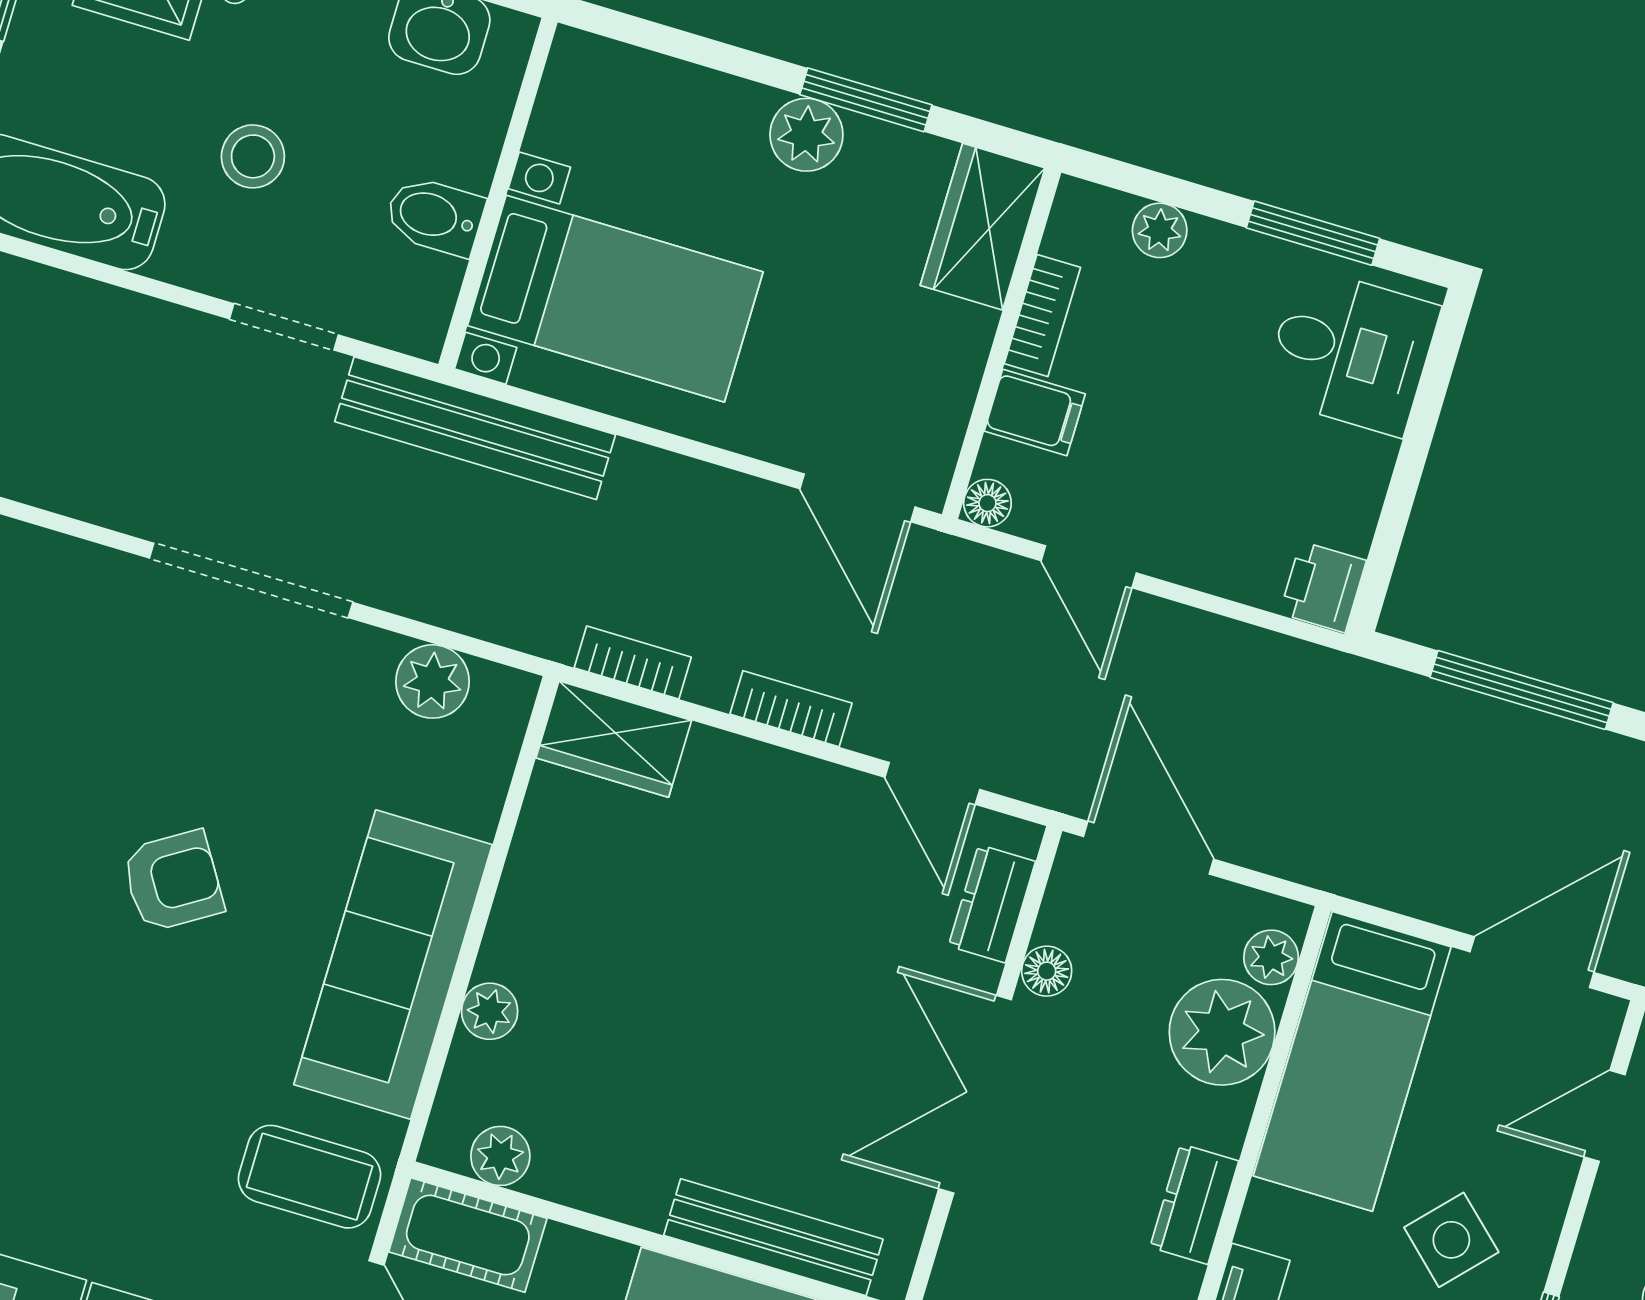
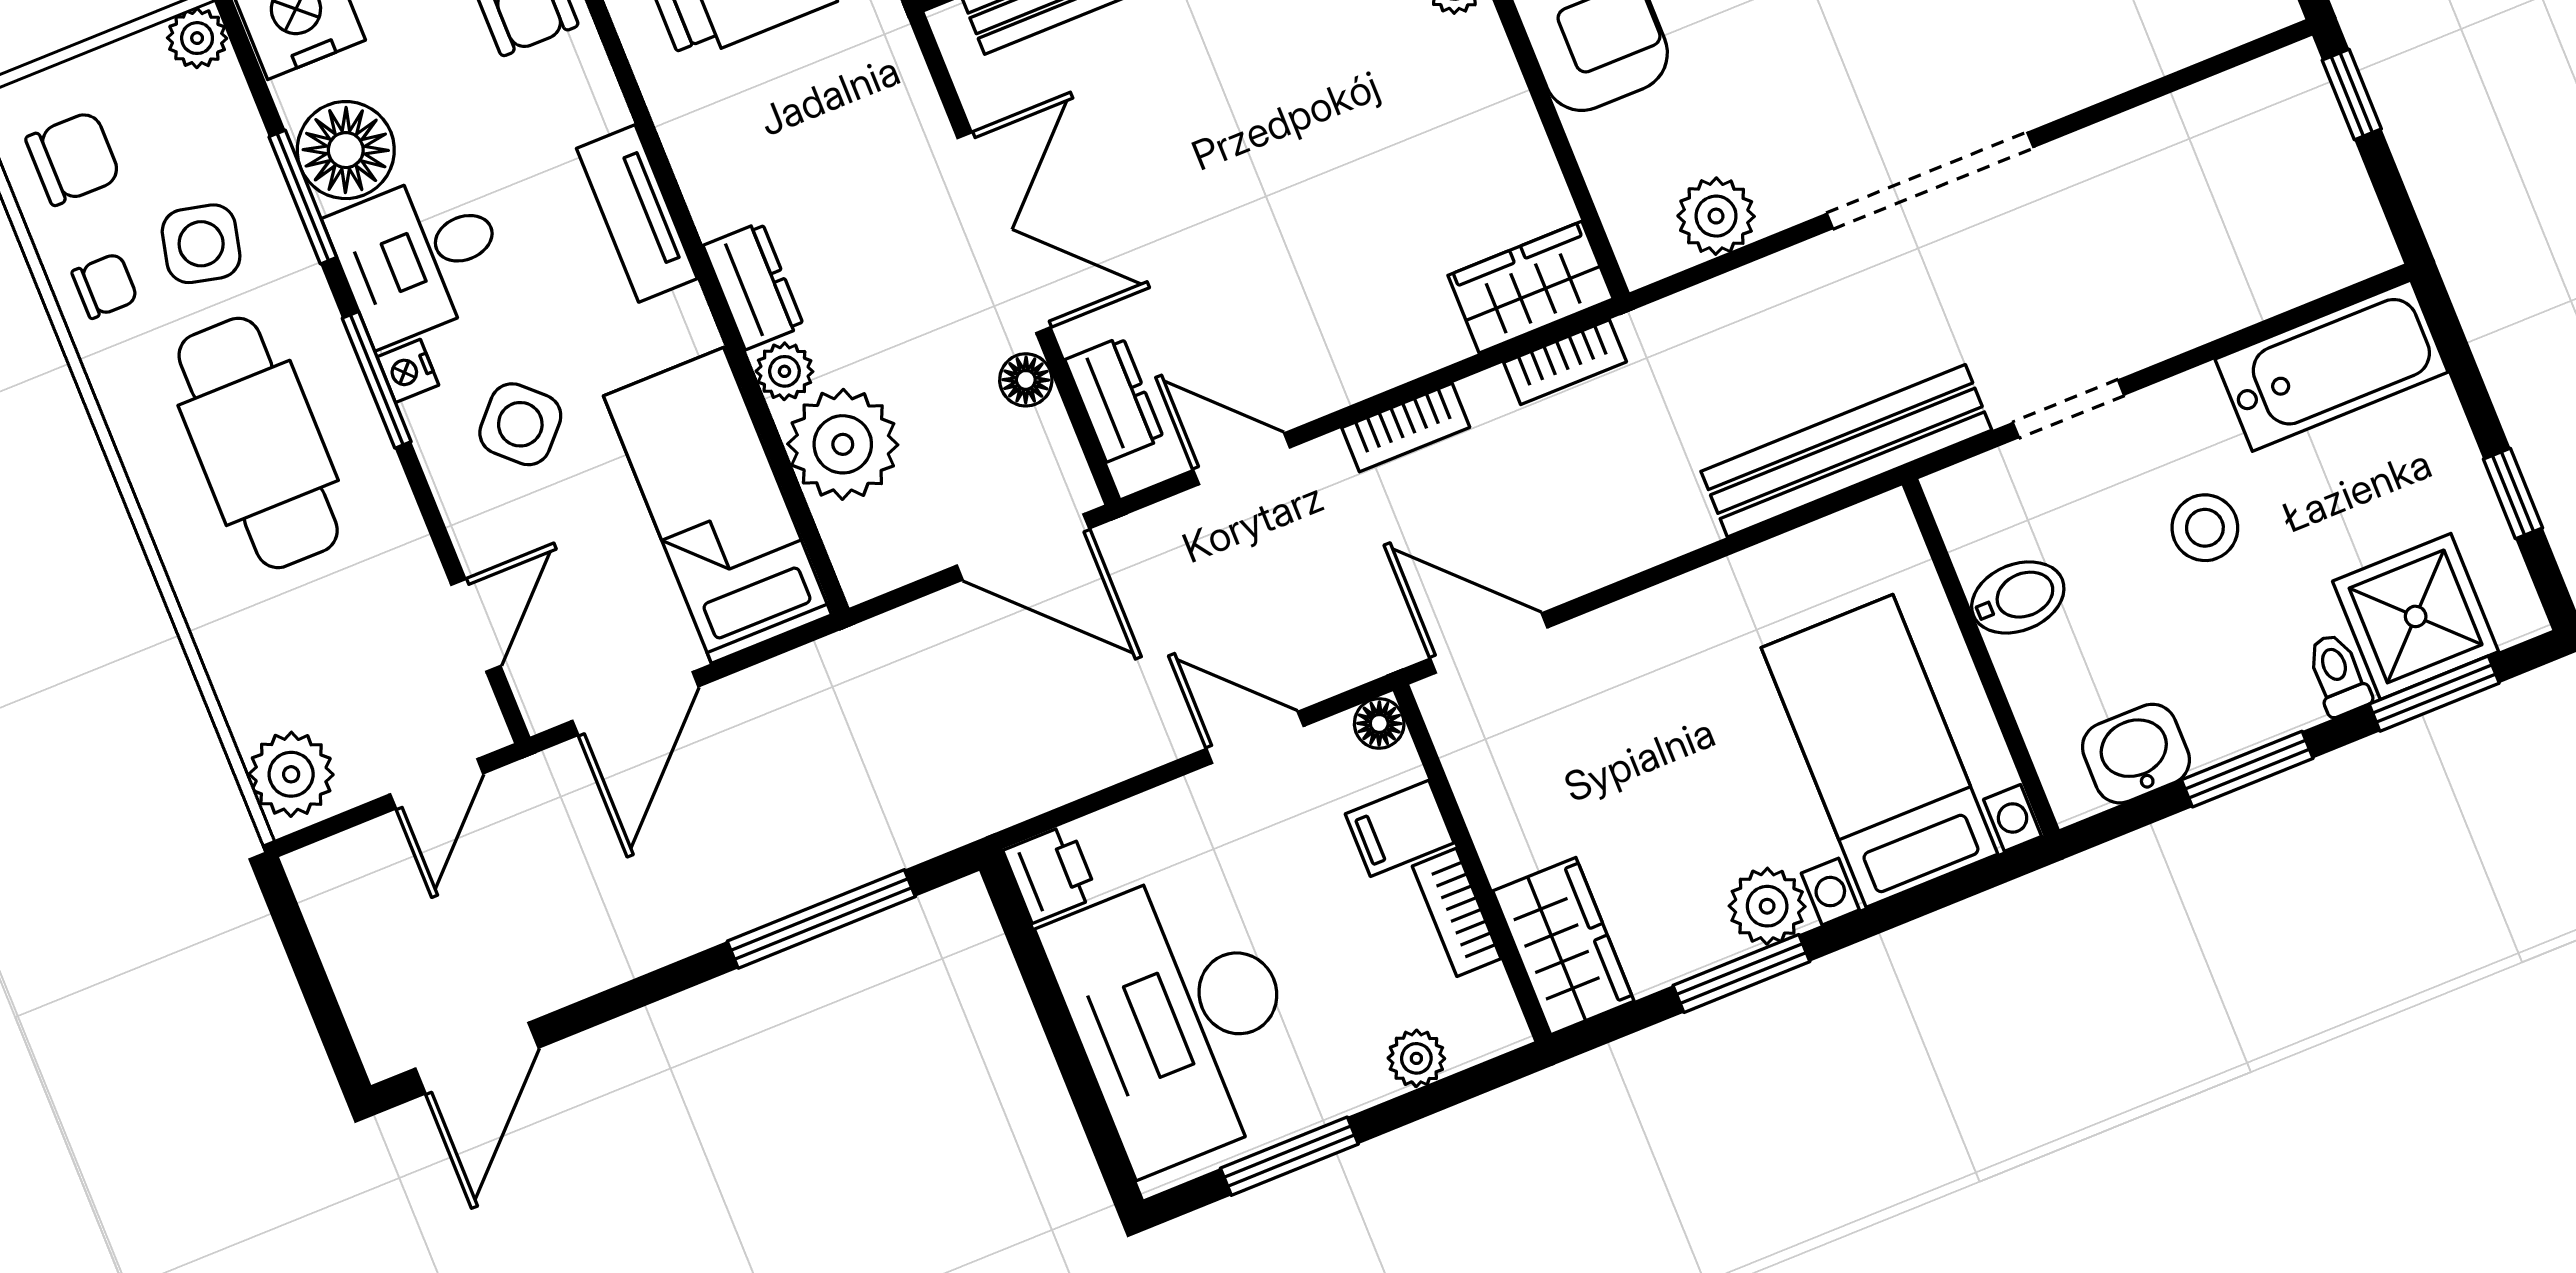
bed with nightstands: (615, 299) -> (1879, 751), moved, turned 90
desk: (1351, 351) -> (1179, 1017), width x1.87, depth x1.30
plant: (1271, 957) -> (784, 371), moved

